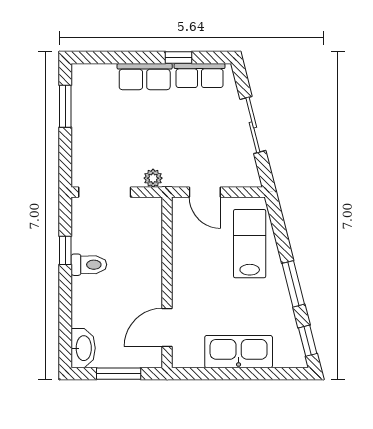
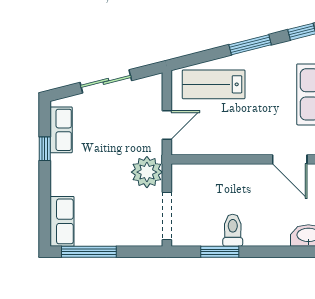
row of seats: (145, 77) -> (62, 221), moved
window: (65, 106) -> (89, 252), width x1.44
plant: (153, 178) -> (147, 172), width x1.87, depth x1.87
window: (65, 250) -> (220, 252), width x1.50

